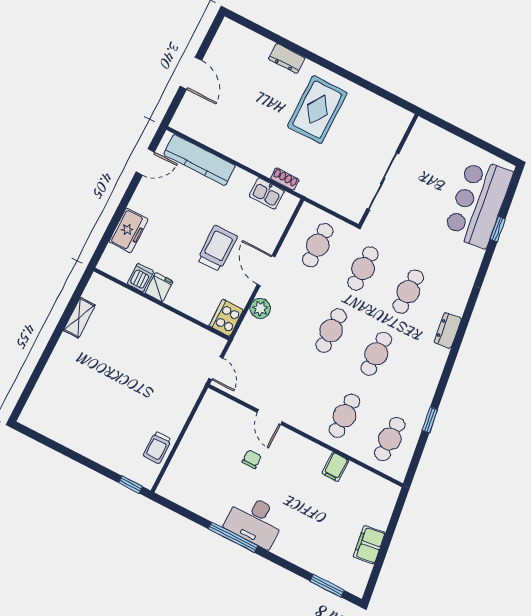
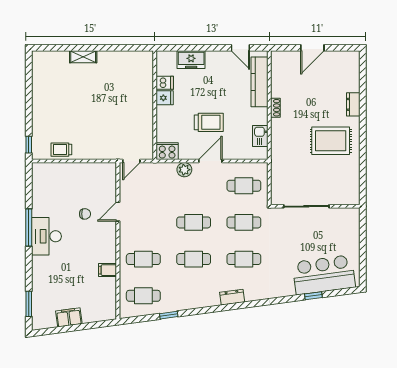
shoe rack: (285, 179) -> (275, 108), moved
shelving: (79, 318) -> (83, 57), moved

